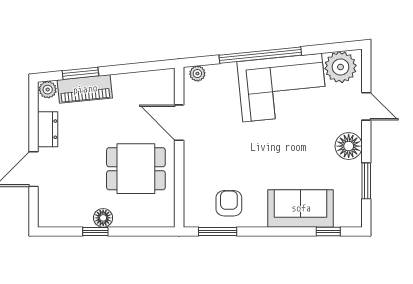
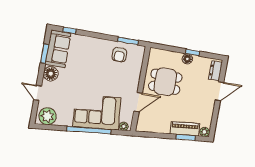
corner sofa: (282, 88) -> (97, 112), moved
door: (179, 123) -> (138, 102), hinge flipped
dresser: (48, 129) -> (215, 71), moved
sofa: (301, 208) -> (58, 49), moved, turned -90

